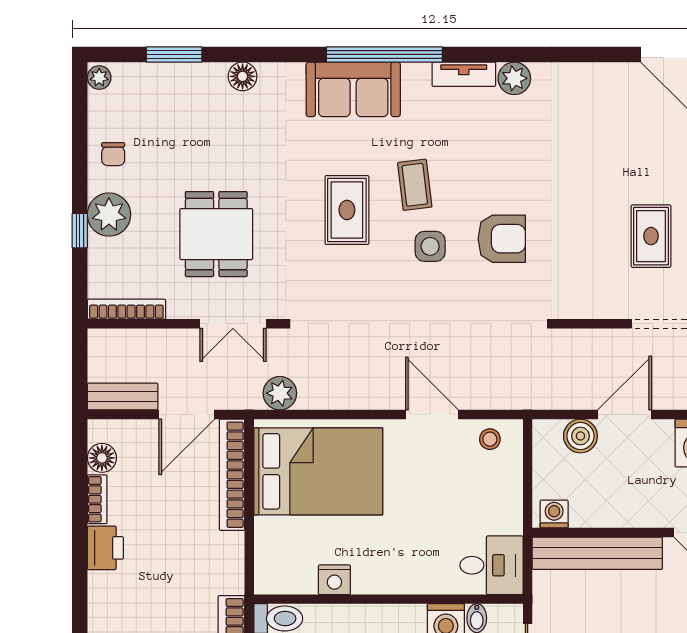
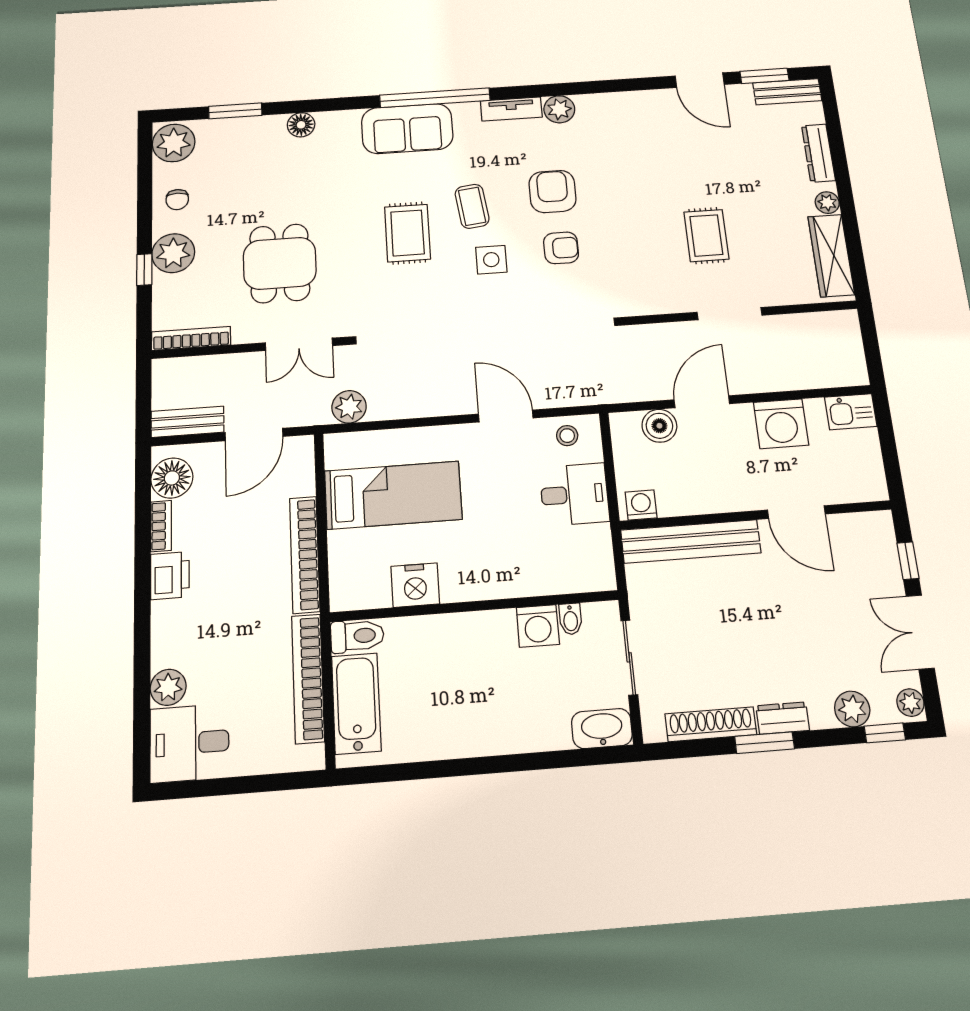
plant: (99, 77) -> (174, 143), width x1.88, depth x1.88
armchair: (499, 174) -> (552, 191), added
armchair: (502, 239) -> (561, 248), width x0.72, depth x0.72
floor lamp: (102, 458) -> (172, 478), width x1.38, depth x1.38
bed: (318, 471) -> (393, 495), width x0.67
bookcase: (232, 475) -> (305, 554), moved
desk: (491, 565) -> (574, 494), moved
nightstand: (334, 580) -> (415, 585), width x1.36, depth x1.33

